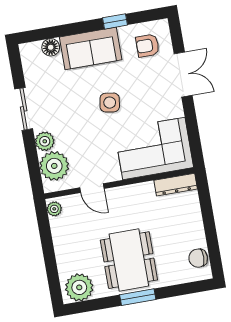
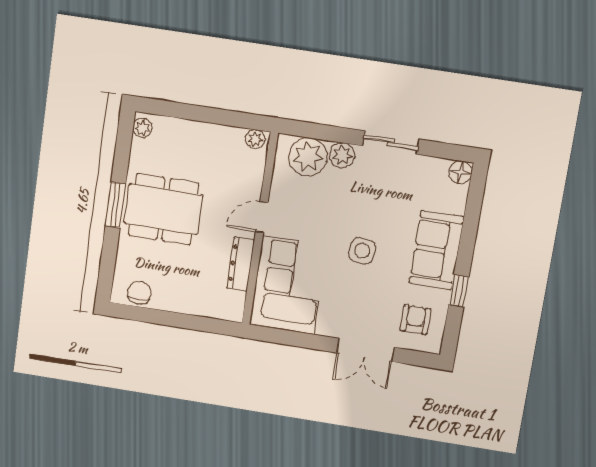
floor lamp: (51, 47) -> (460, 172), moved
dresser: (176, 185) -> (241, 264), moved
door: (92, 188) -> (262, 217), moved
plant: (79, 287) -> (142, 128), width x0.53, depth x0.53

